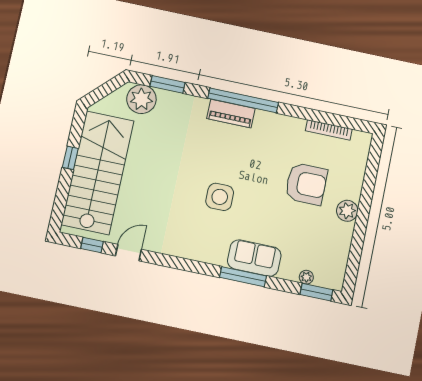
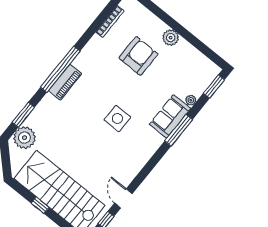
plant: (306, 277) -> (191, 100), moved

